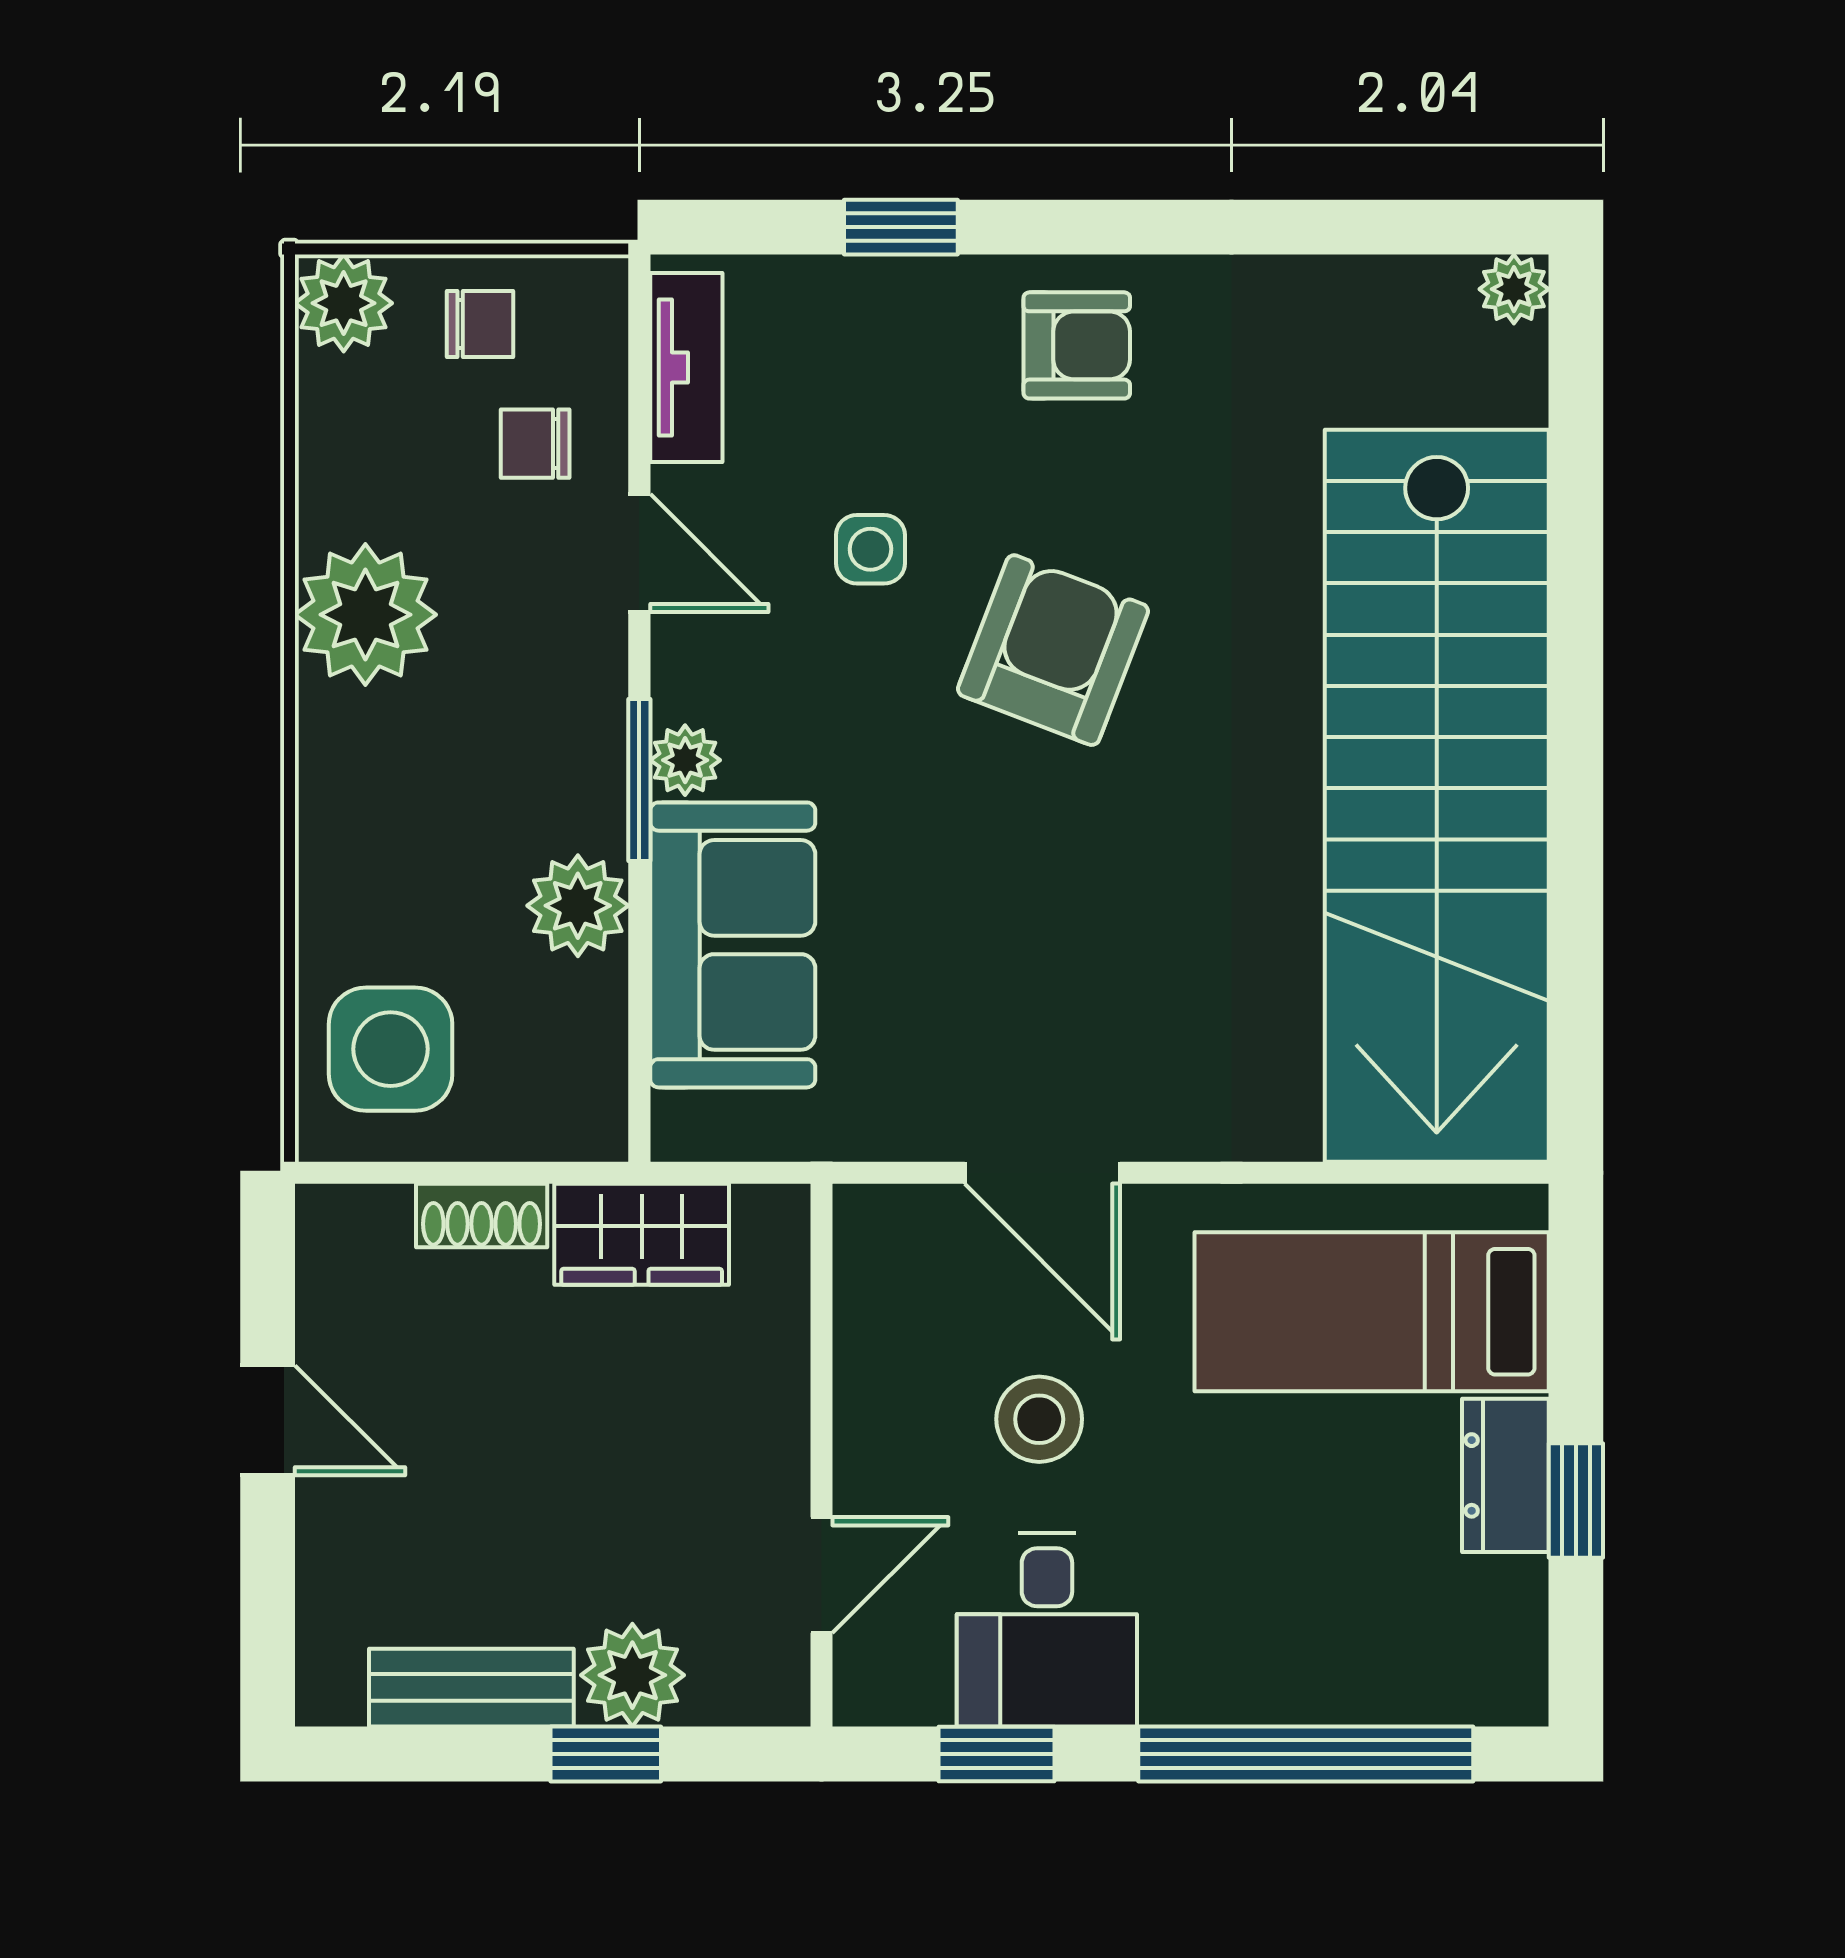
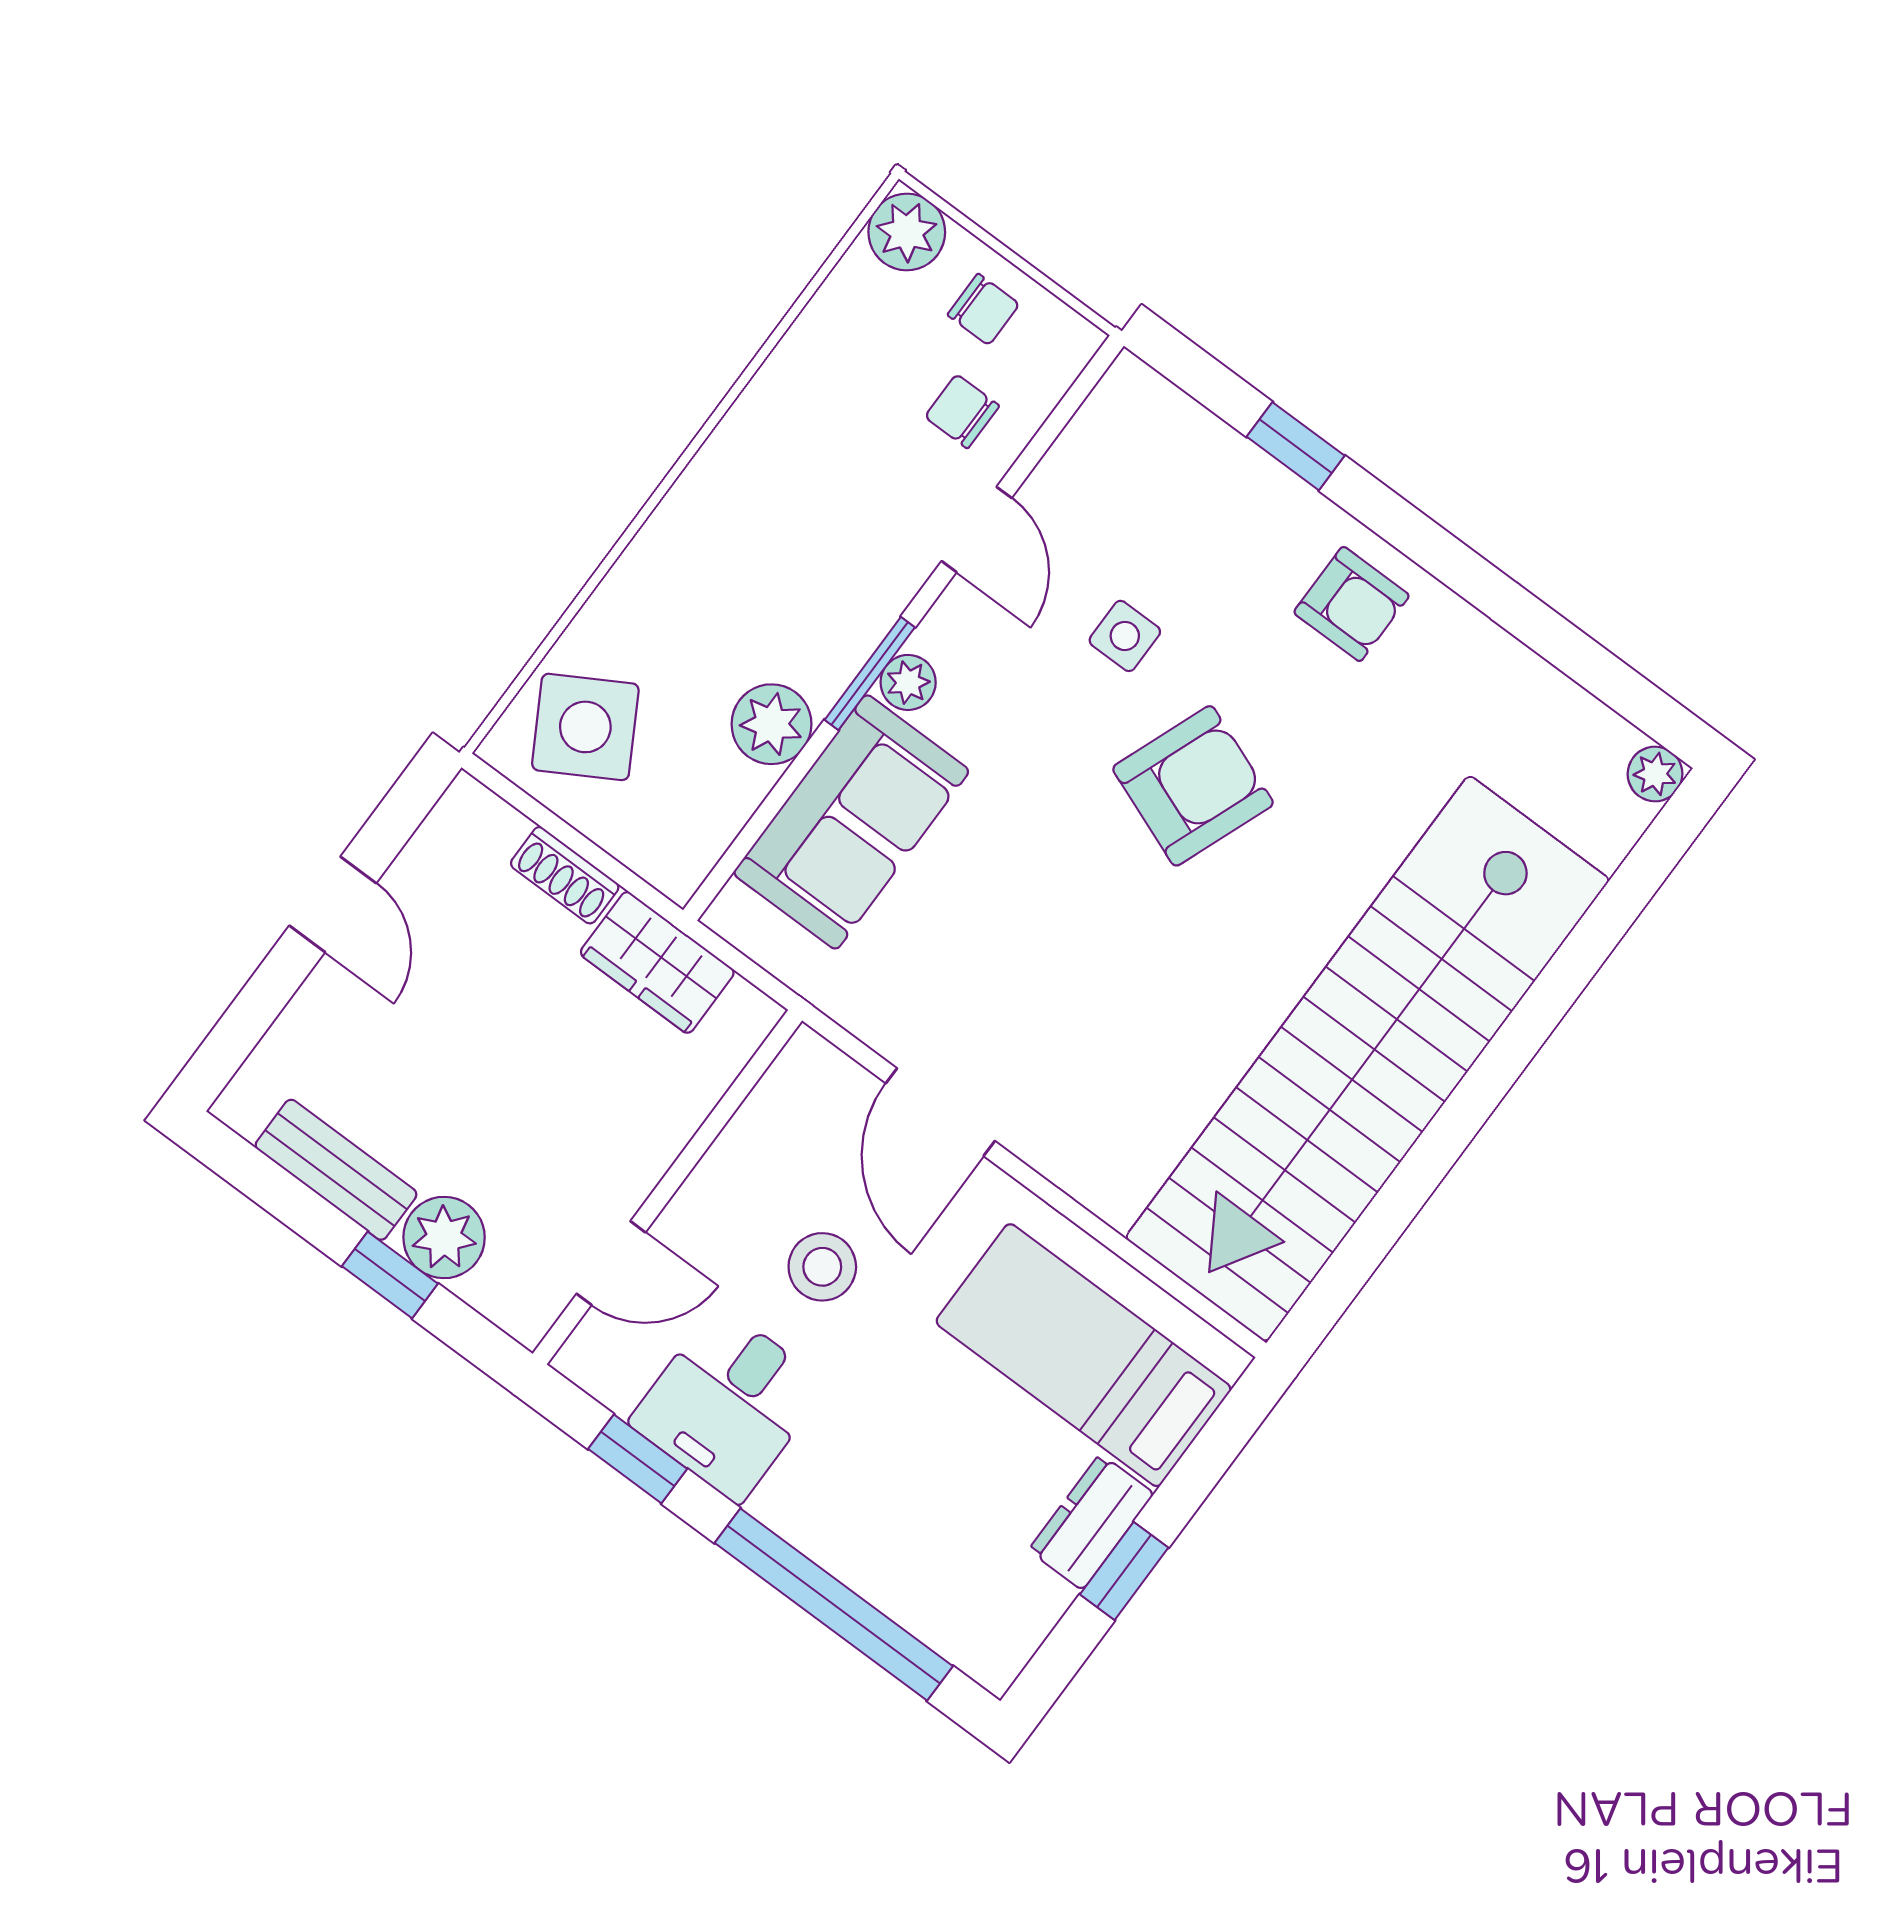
tv unit: (686, 368) -> (1094, 434), removed
plant: (365, 615) -> (774, 440), removed
side table: (391, 1049) -> (585, 727), turned -30

